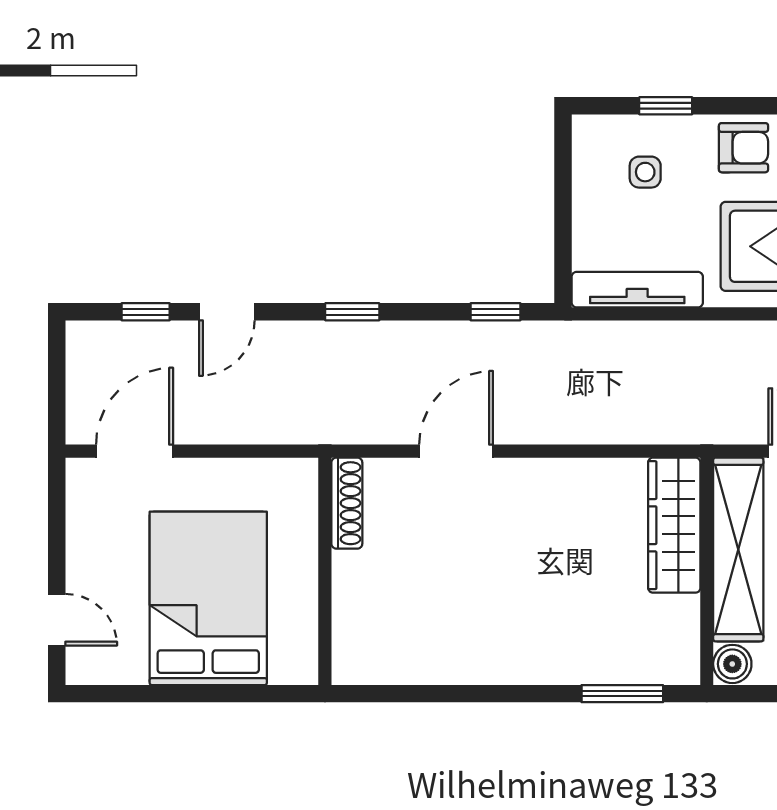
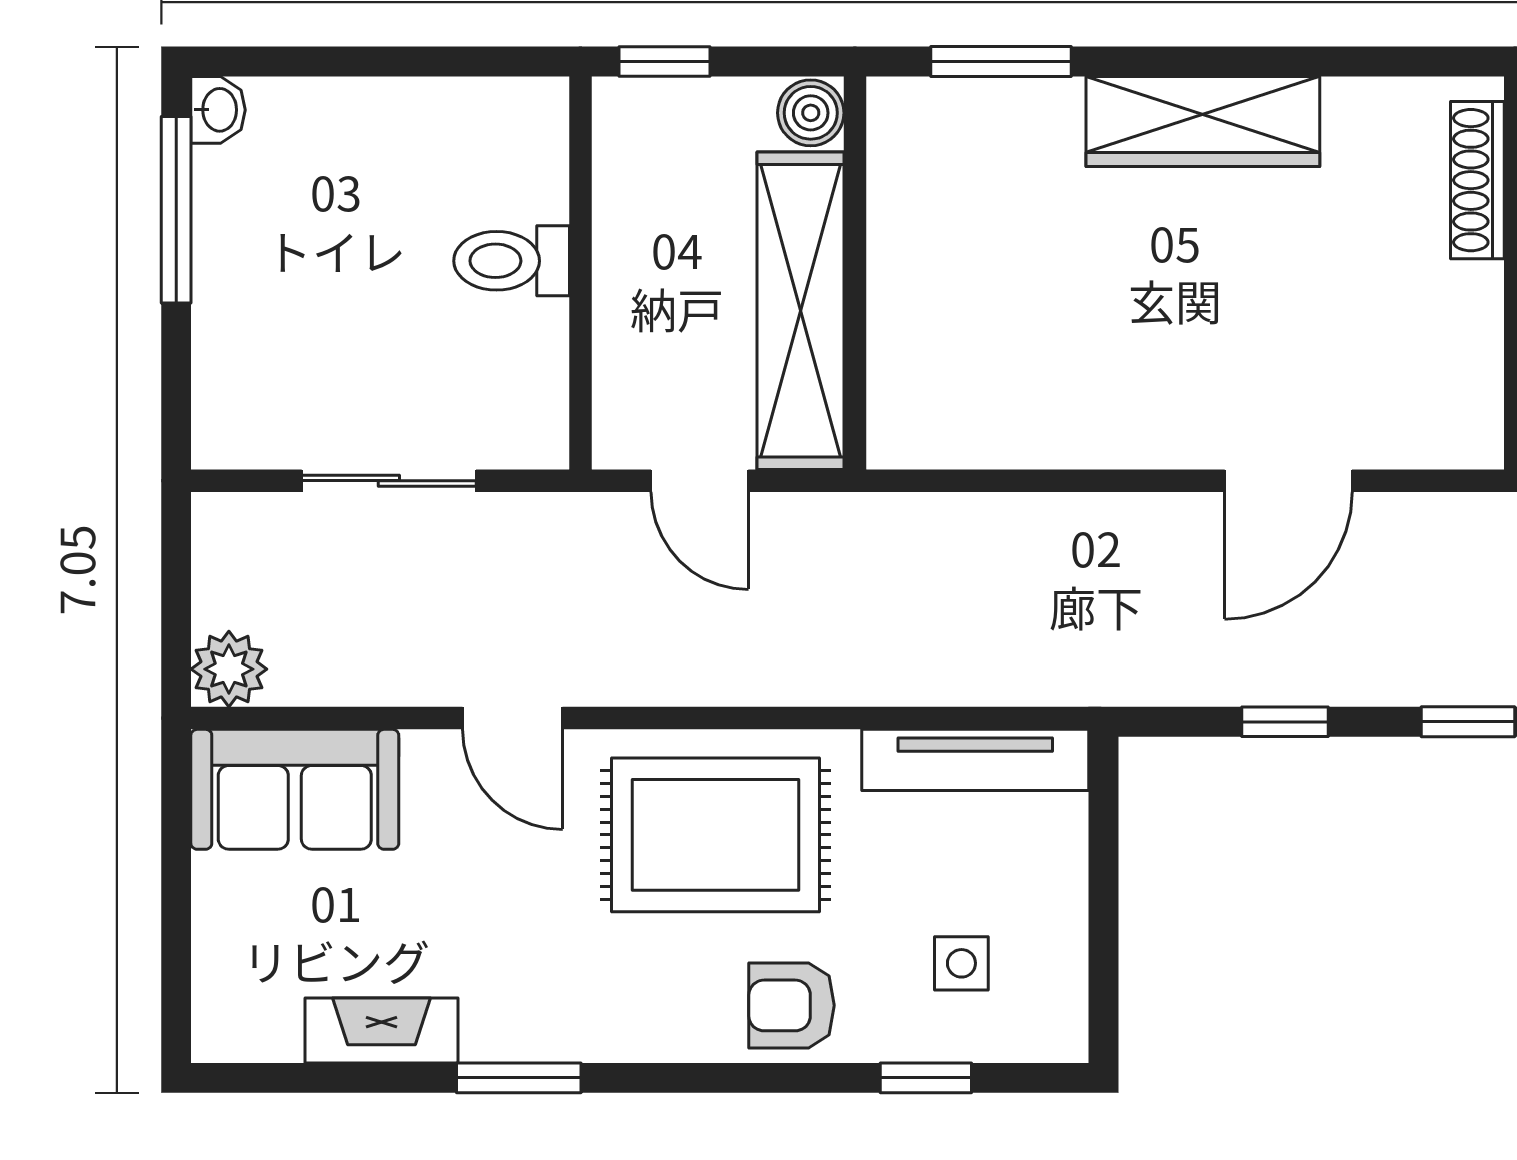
window: (495, 312) -> (1285, 722), moved
shoe rack: (347, 503) -> (1477, 180), moved
wardrobe: (674, 525) -> (1203, 122), moved, turned 90

